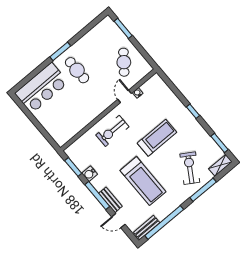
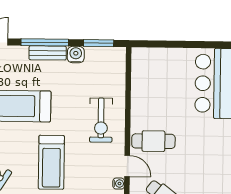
cafe table: (77, 70) -> (153, 141), moved
exercise bike: (112, 131) -> (101, 120), turned 180
bench: (110, 200) -> (48, 53), moved

